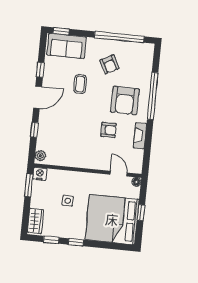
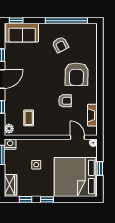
coffee table: (80, 84) -> (29, 118), moved
window: (153, 96) -> (100, 68), removed
fireplace: (140, 136) -> (92, 115), moved

